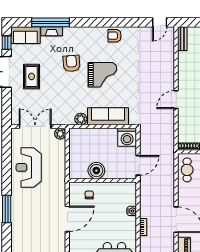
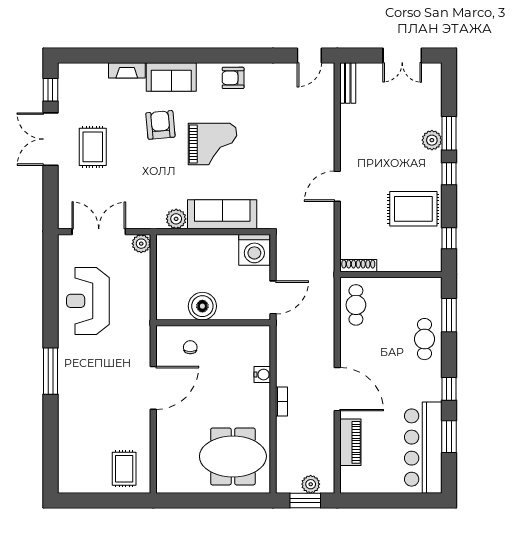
window: (50, 22) -> (125, 56), removed
sofa: (25, 35) -> (171, 77), moved

